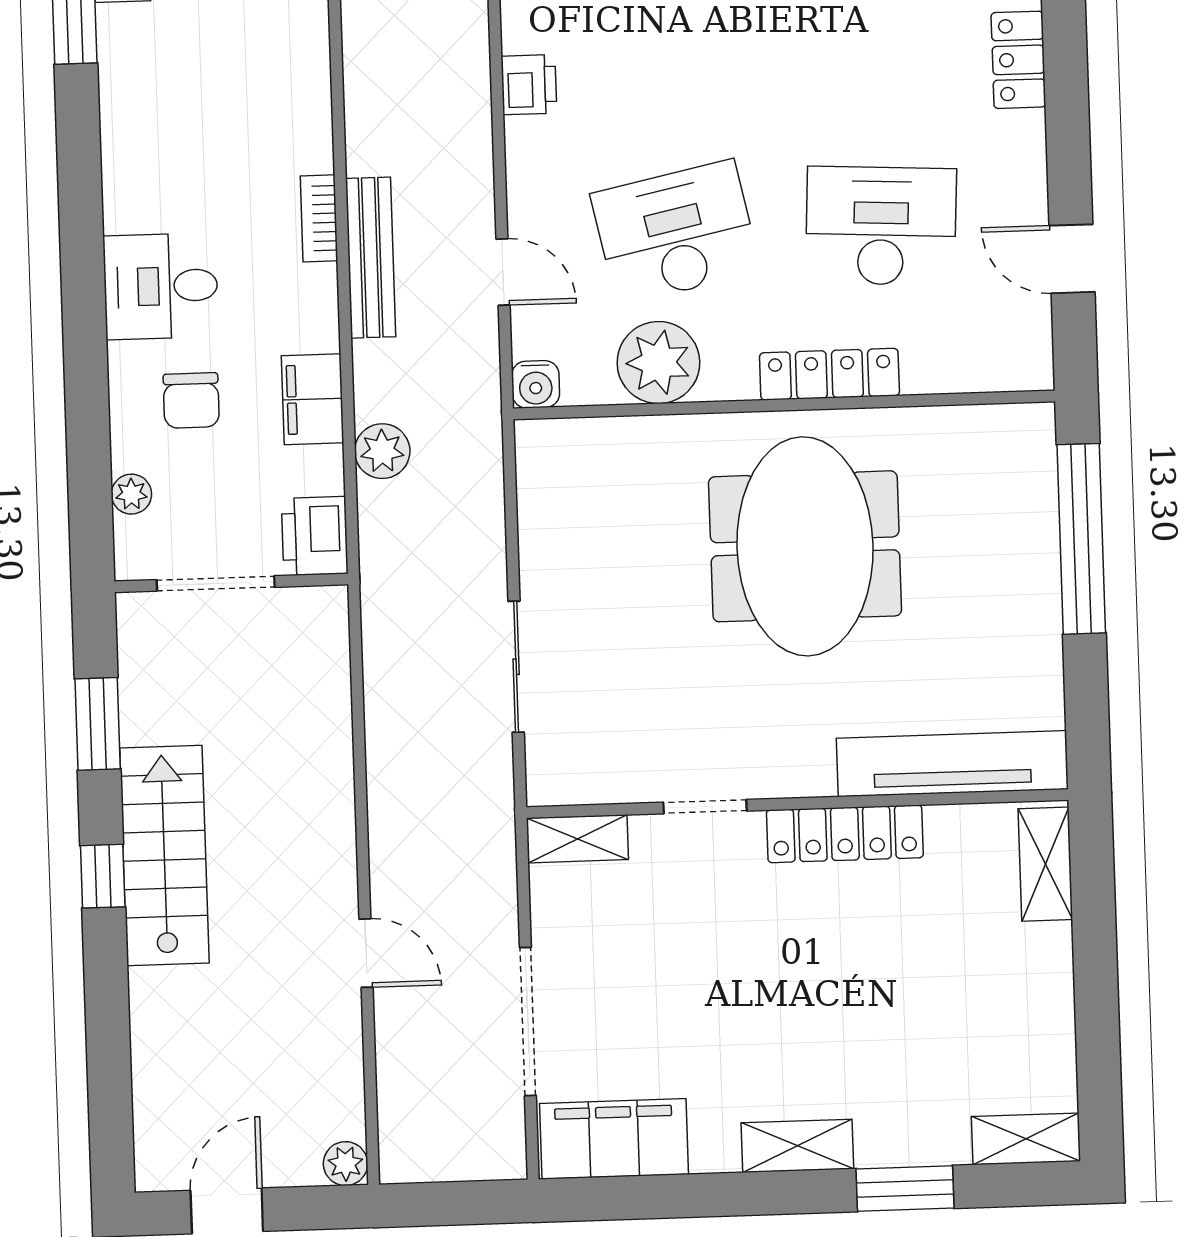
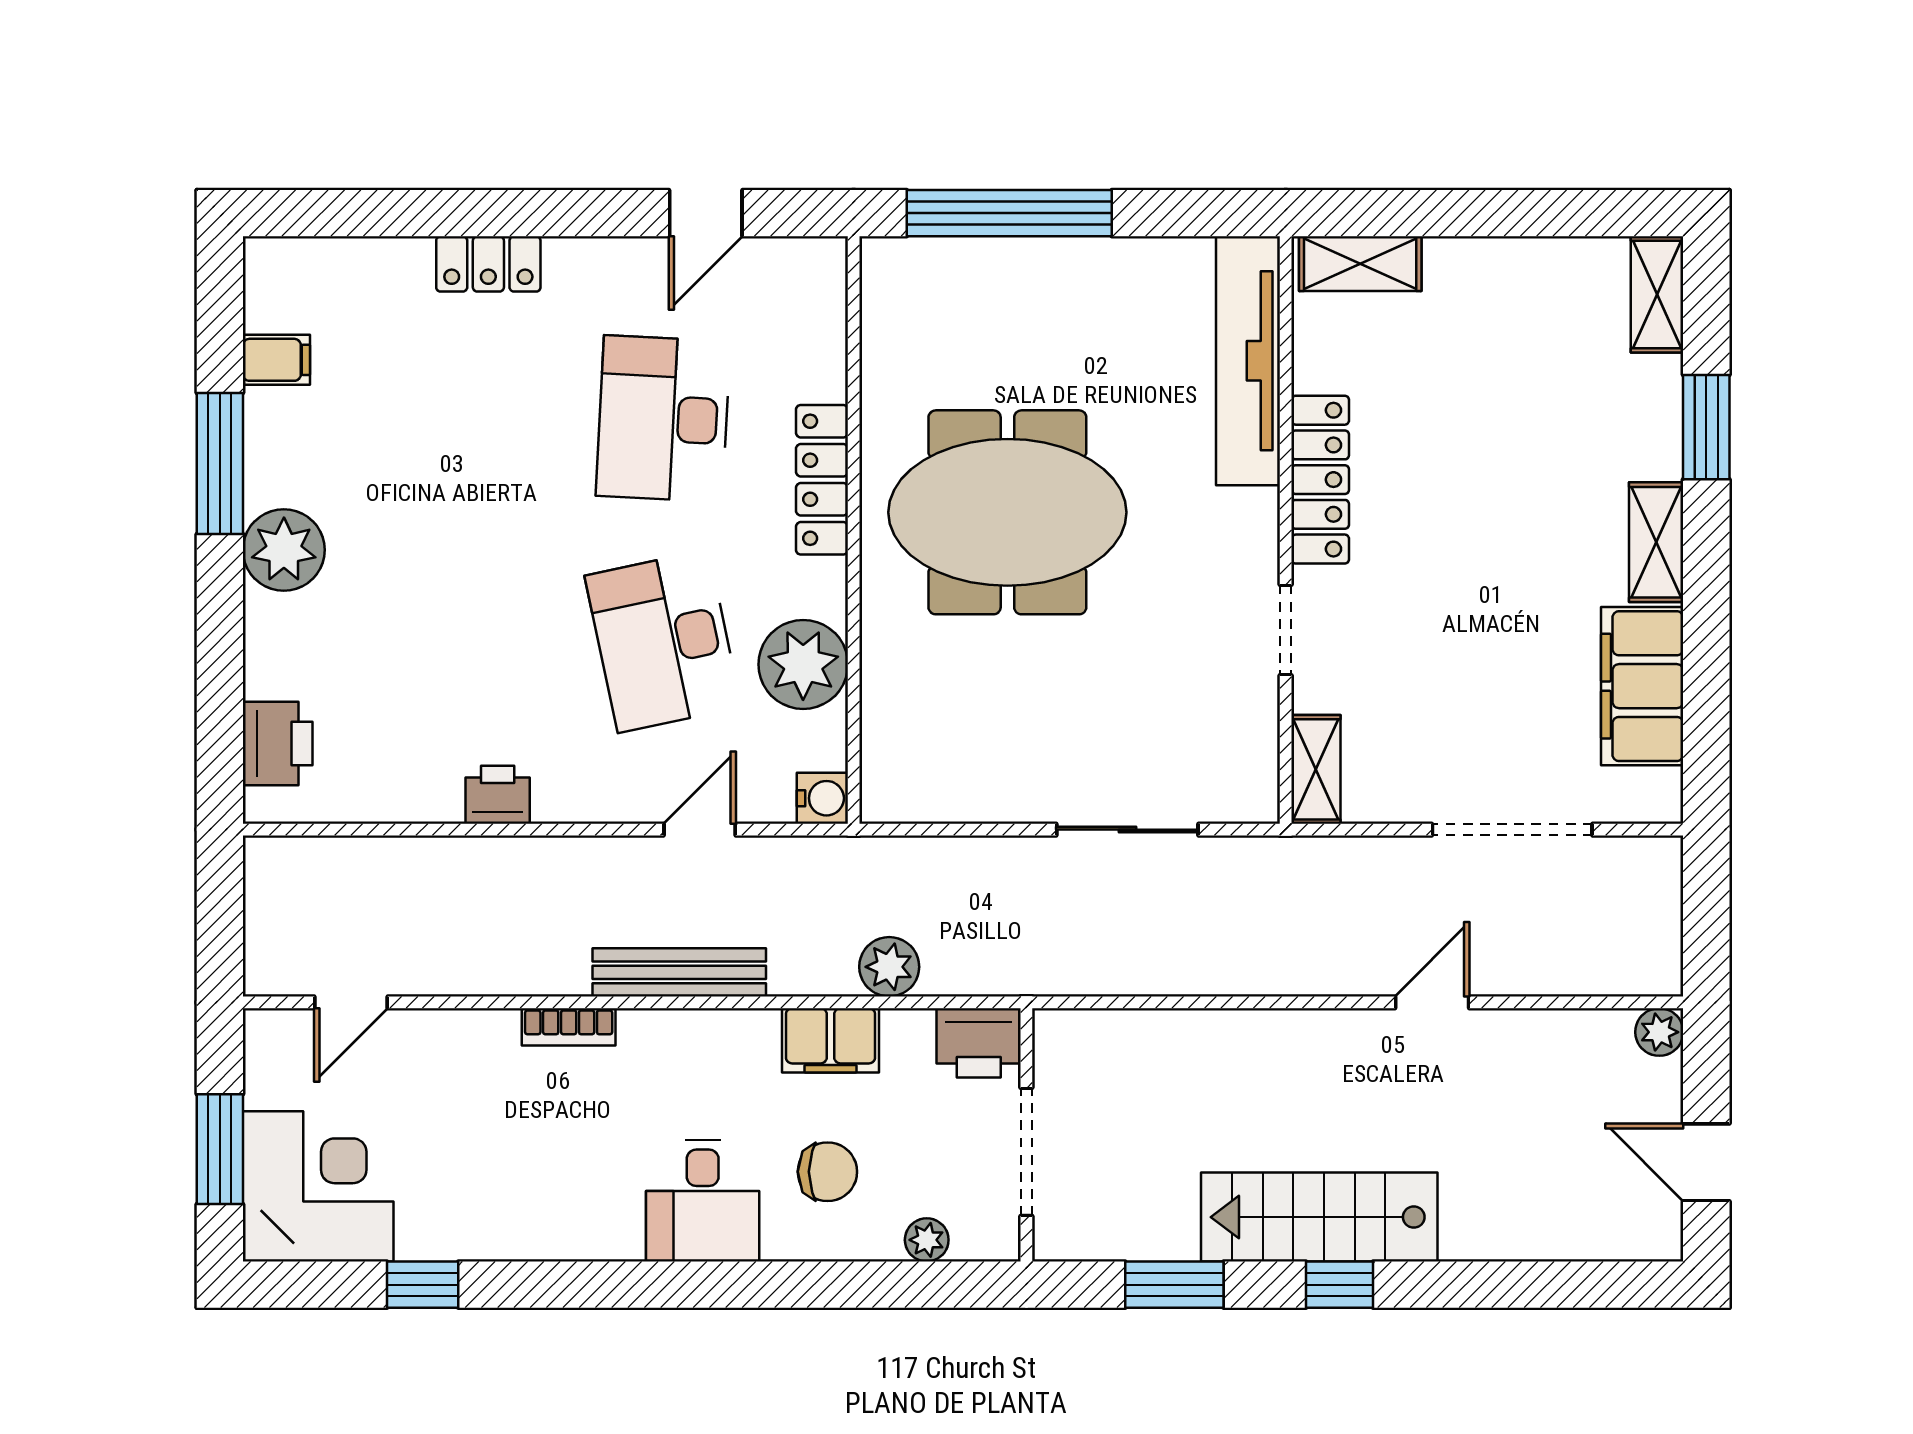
bookcase: (319, 218) -> (569, 1027), moved
filing cabinet: (614, 1139) -> (1642, 686), moved

